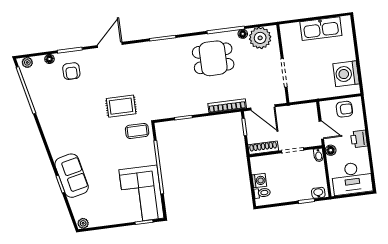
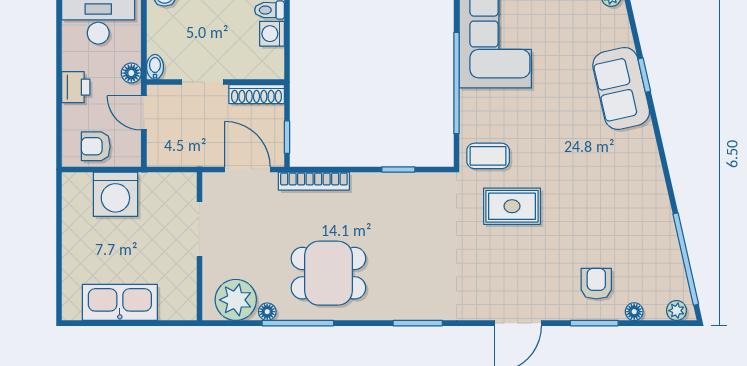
washing machine: (346, 74) -> (115, 194), moved, turned 90

